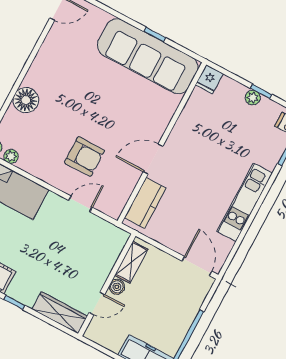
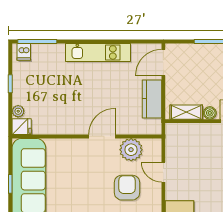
plant: (253, 98) -> (18, 111), moved
door: (153, 159) -> (102, 136), swing flipped
plant: (123, 182) -> (131, 150), added
kitchen counter: (145, 203) -> (152, 99), moved, turned -90

